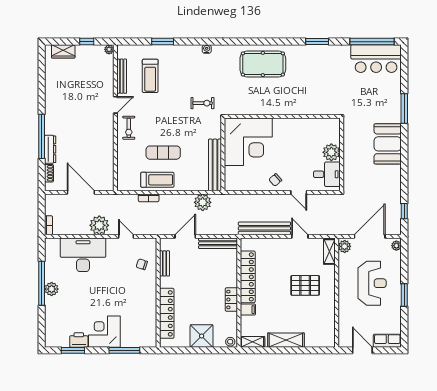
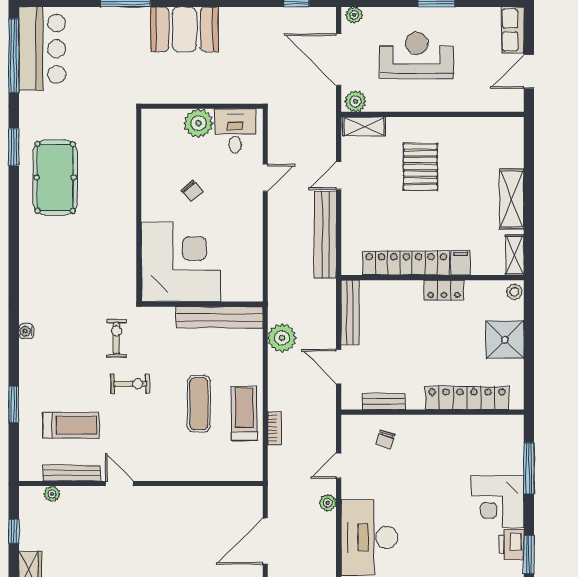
plant: (109, 49) -> (52, 494), moved
pool table: (263, 64) -> (55, 177), moved
exercise bike: (129, 128) -> (130, 384), moved
chair: (275, 180) -> (192, 191), moved
plant: (99, 225) -> (328, 503), width x0.53, depth x0.53

